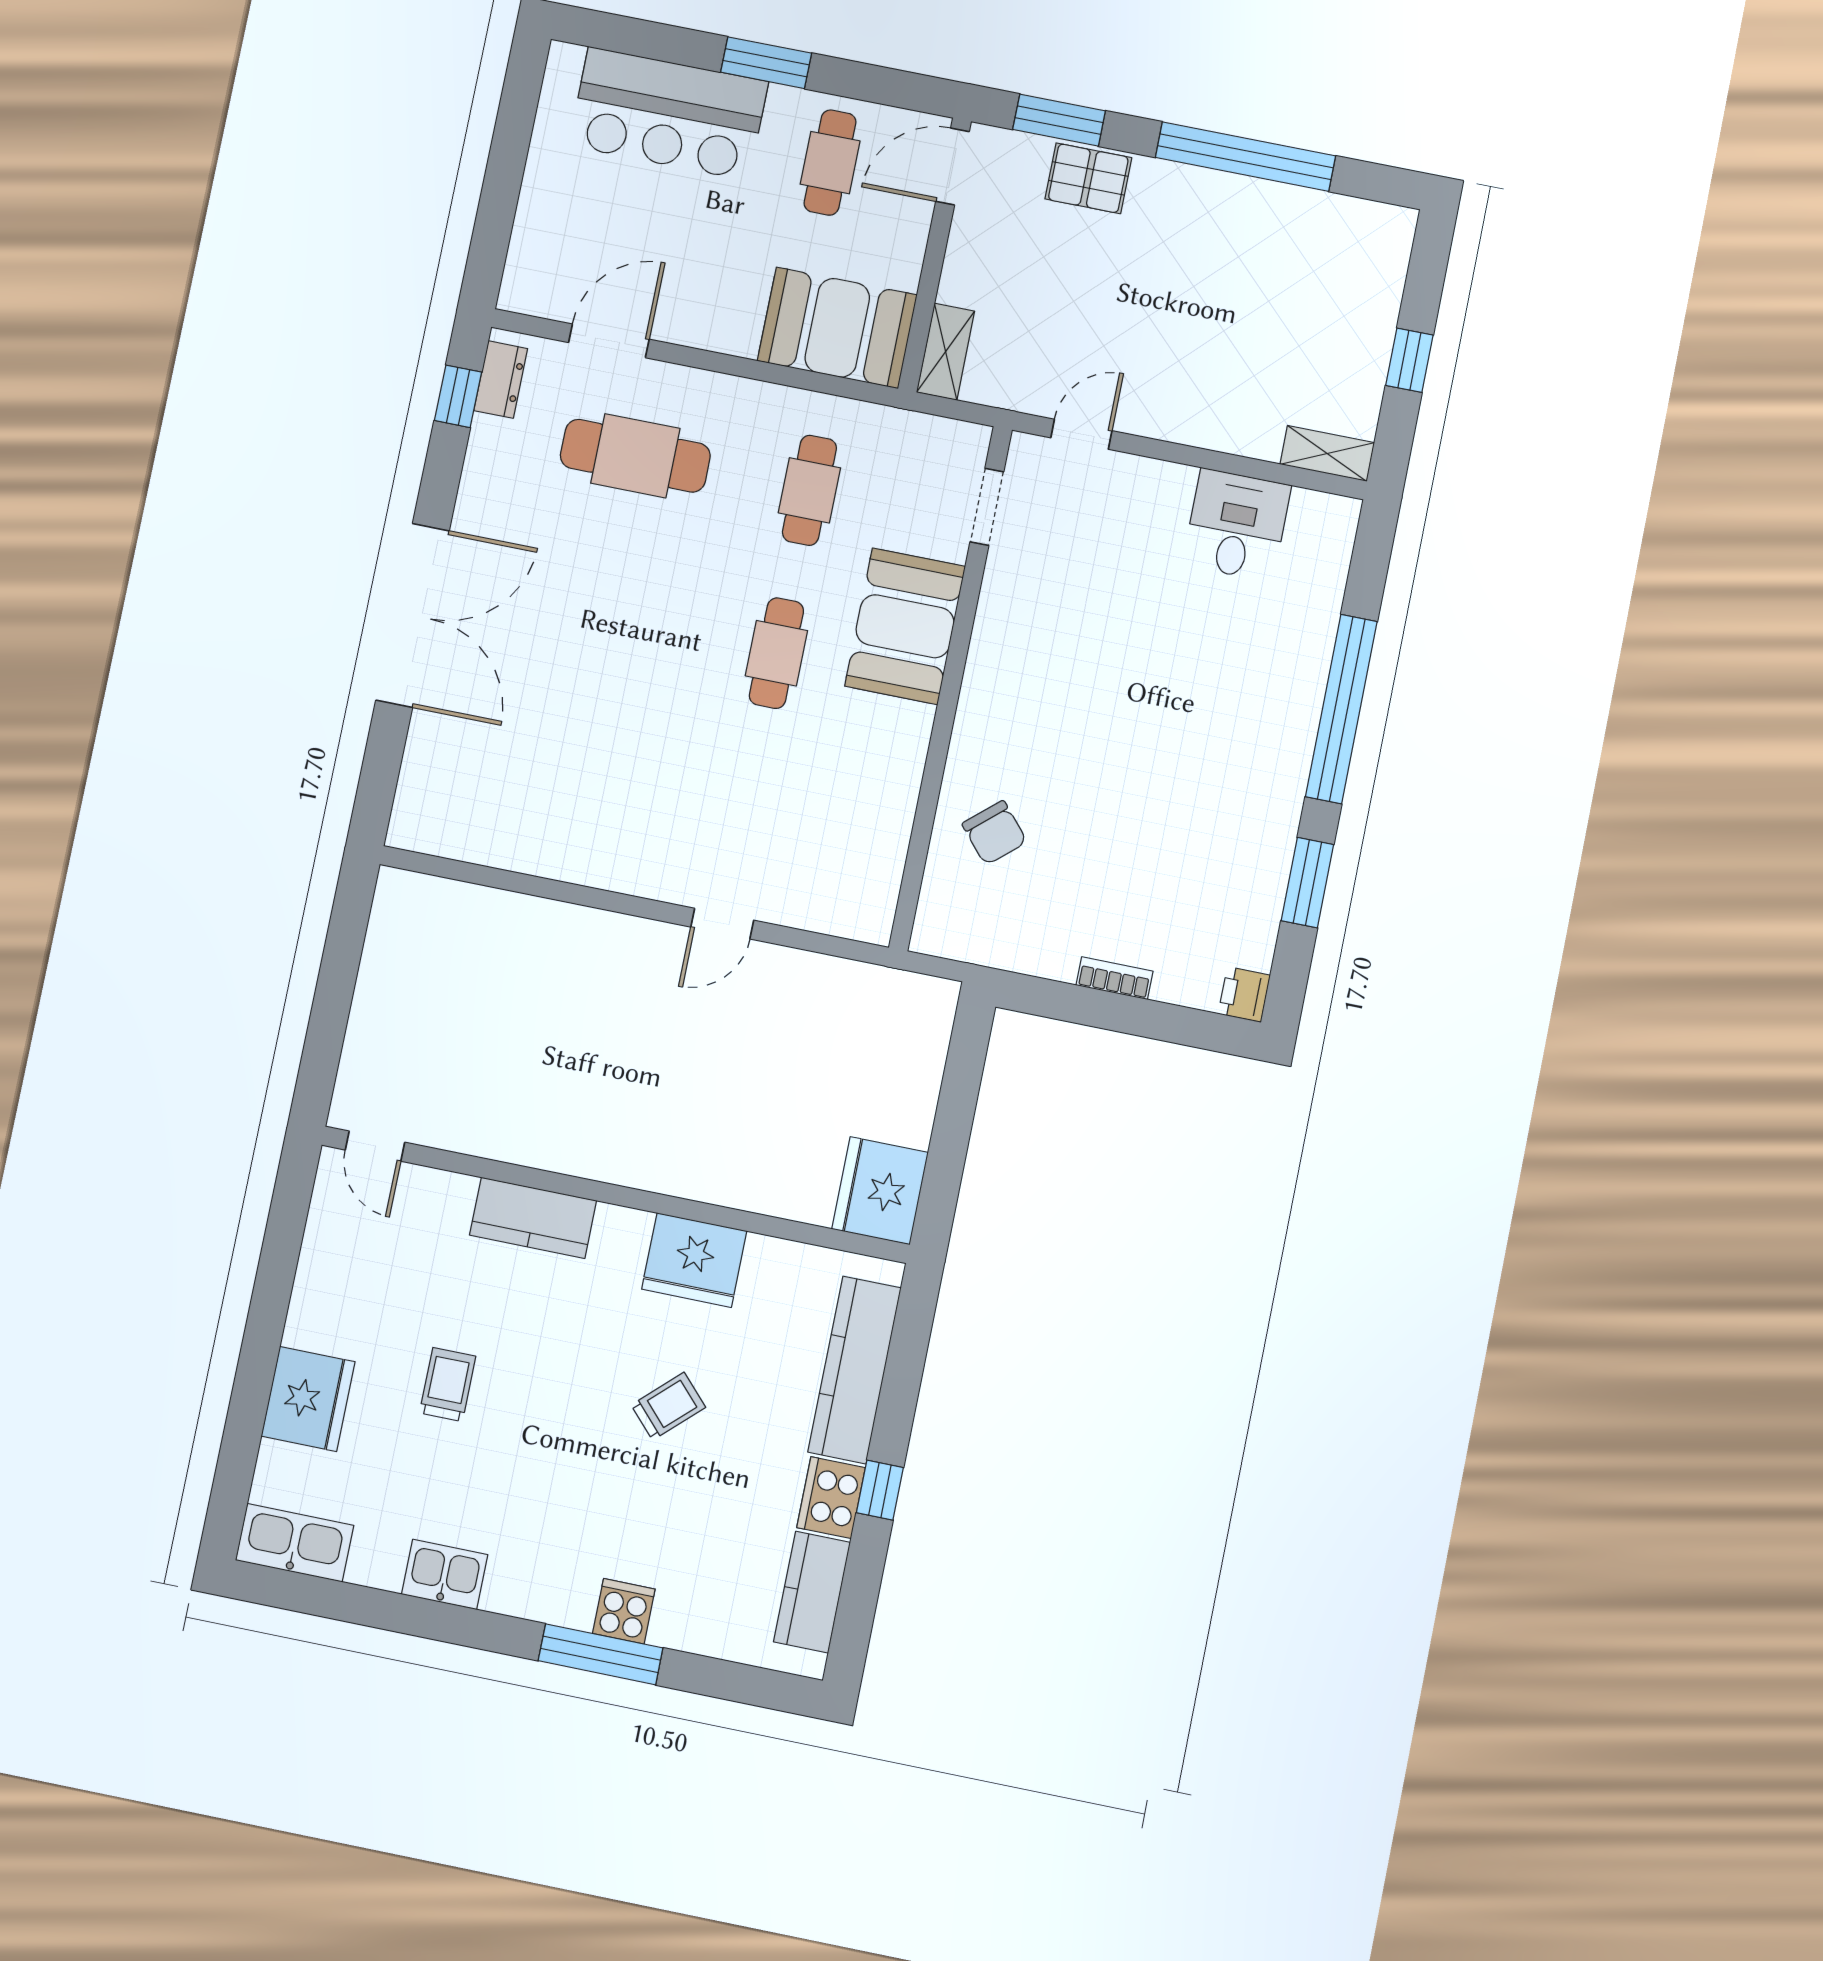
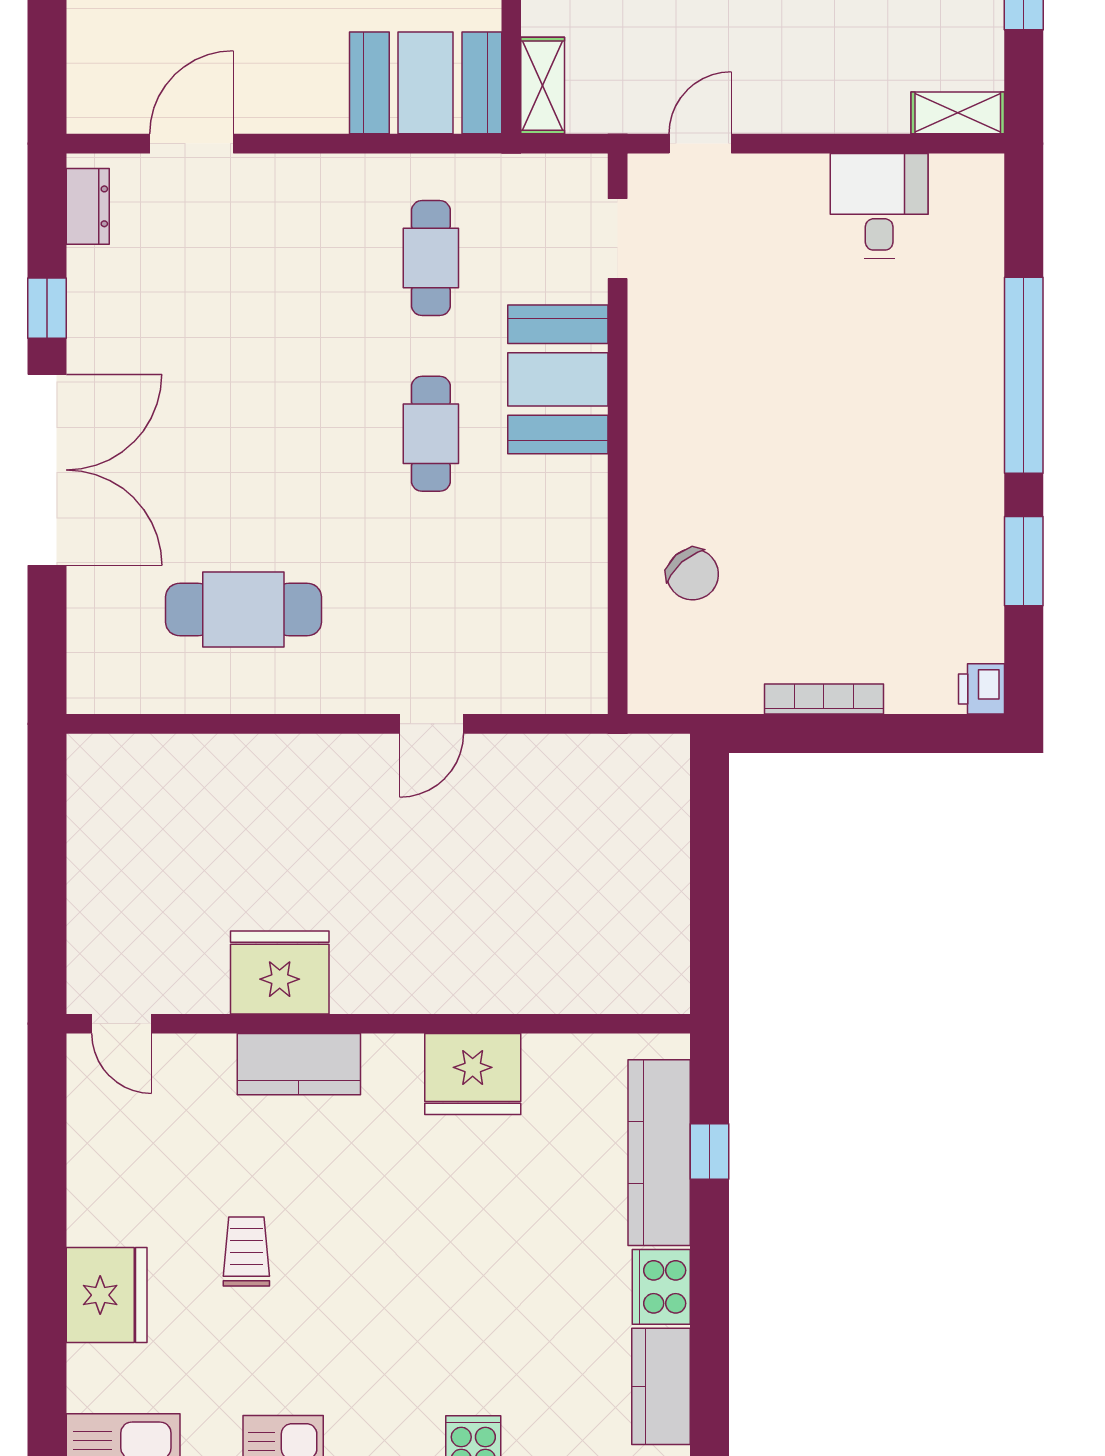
window: (458, 396) -> (47, 308), moved
cafe table: (635, 456) -> (243, 610), moved
bookcase: (1115, 978) -> (824, 699), width x1.56
fridge: (880, 1191) -> (280, 972), moved, turned 90
trolley: (668, 1406) -> (476, 1228), removed
window: (880, 1490) -> (710, 1152), moved

